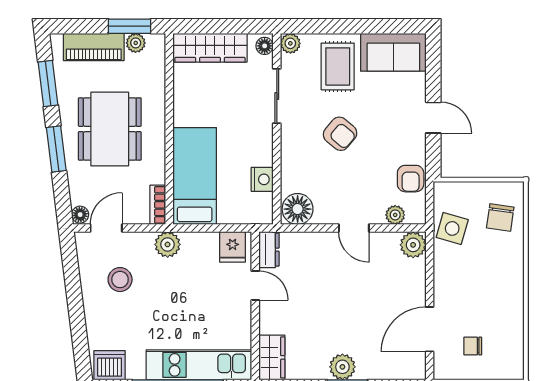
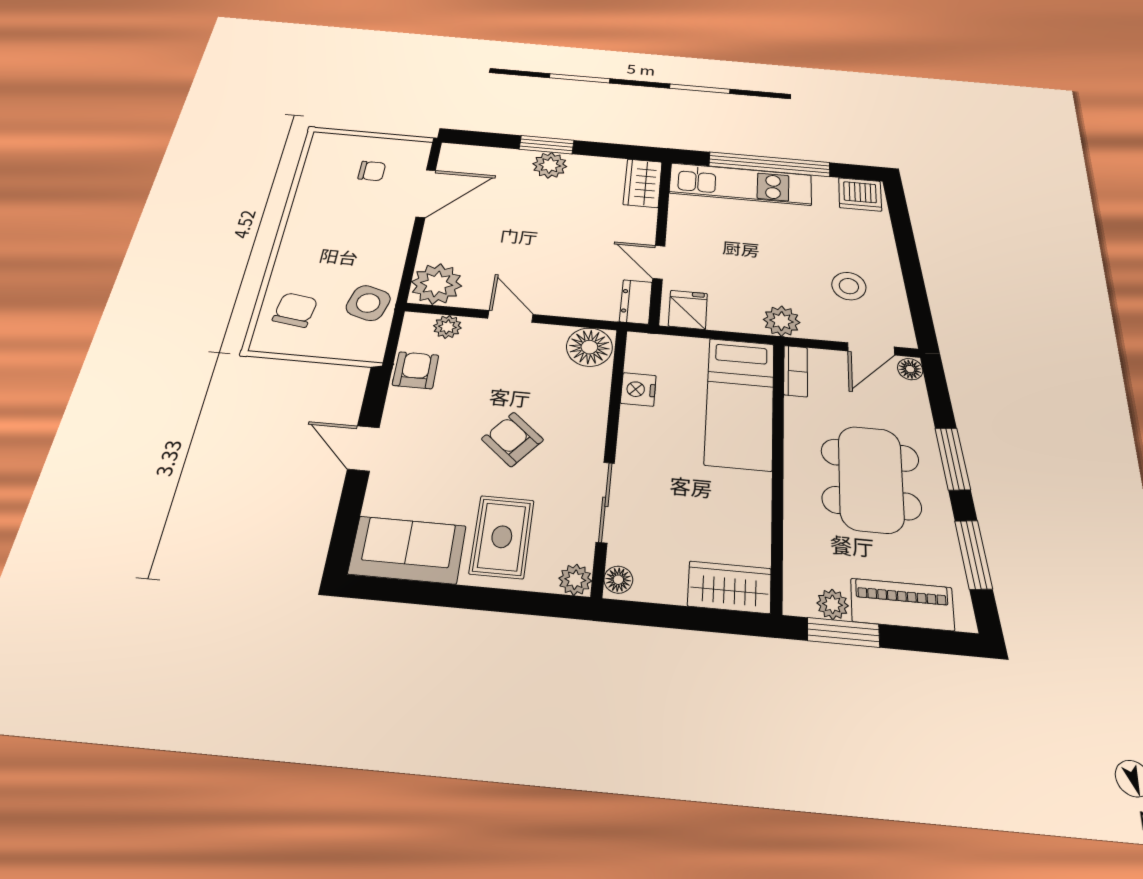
wardrobe: (210, 48) -> (730, 587), width x0.67
plant: (413, 245) -> (437, 284), width x1.36, depth x1.36

